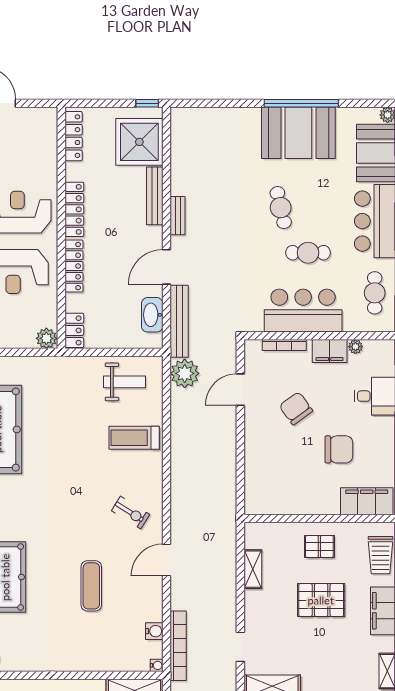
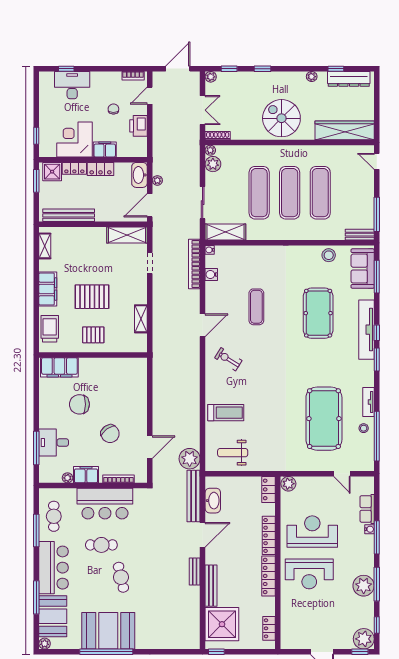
locker: (74, 136) -> (269, 628), width x0.66

